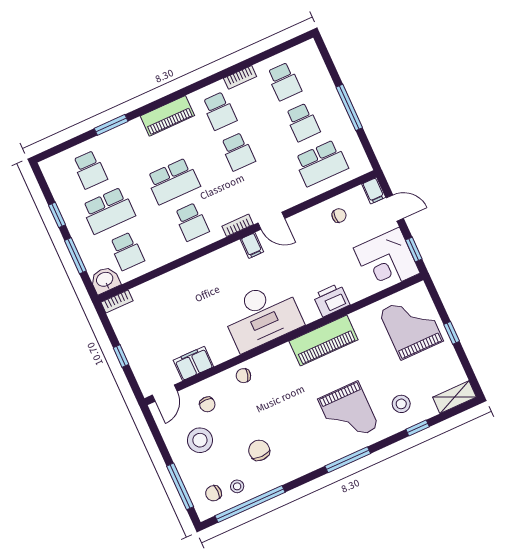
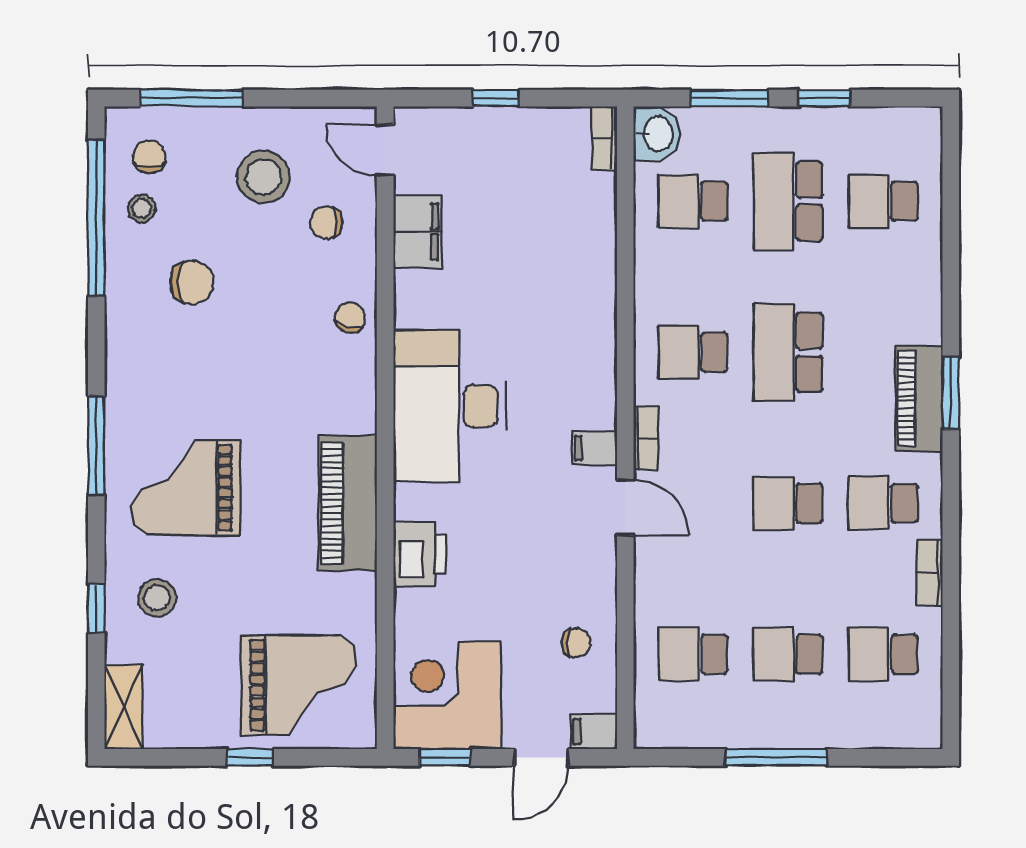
window: (111, 125) -> (951, 393), moved
school desk: (321, 163) -> (693, 654), width x0.54
chair: (339, 216) -> (576, 643), turned -90
door: (271, 221) -> (625, 508), swing flipped

